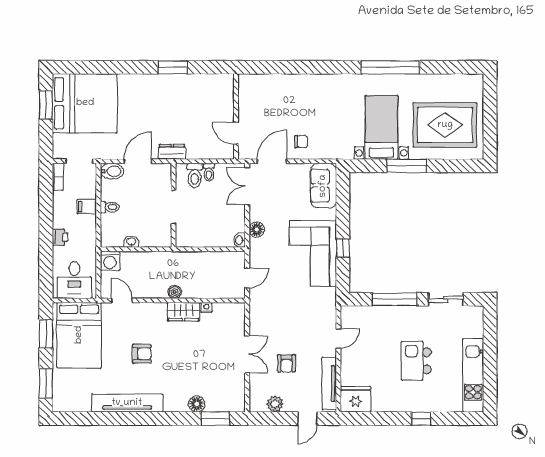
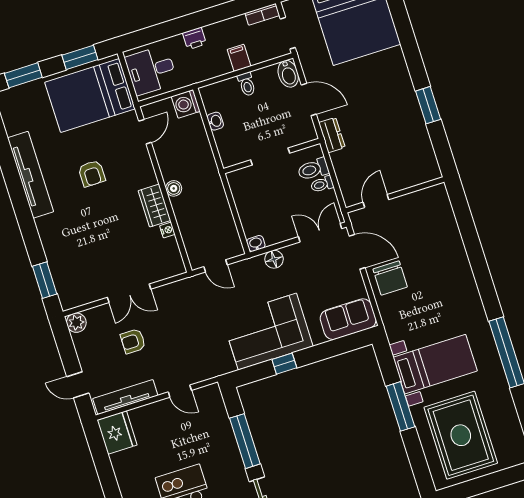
chair: (301, 142) -> (390, 278), width x1.87, depth x1.87
floor lamp: (197, 404) -> (54, 254), removed
plant: (275, 404) -> (76, 323), moved

